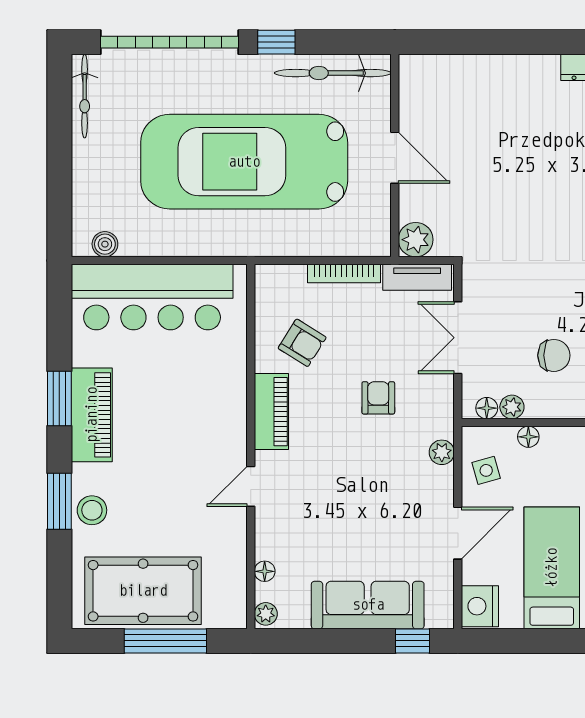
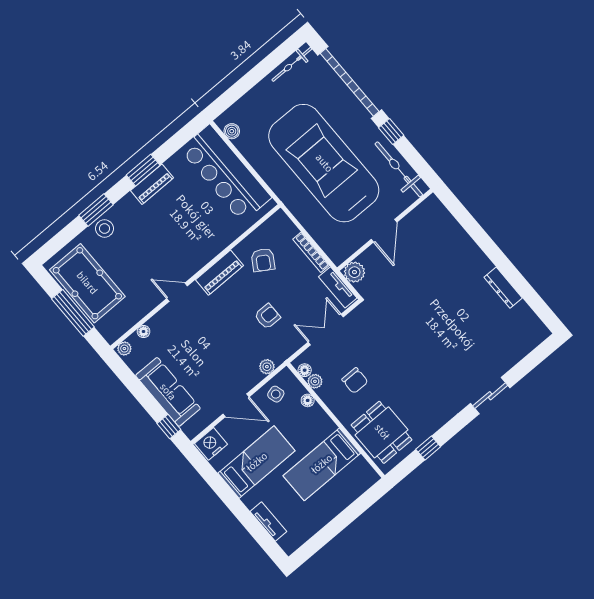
piano: (92, 415) -> (152, 184), width x0.73, depth x0.75

